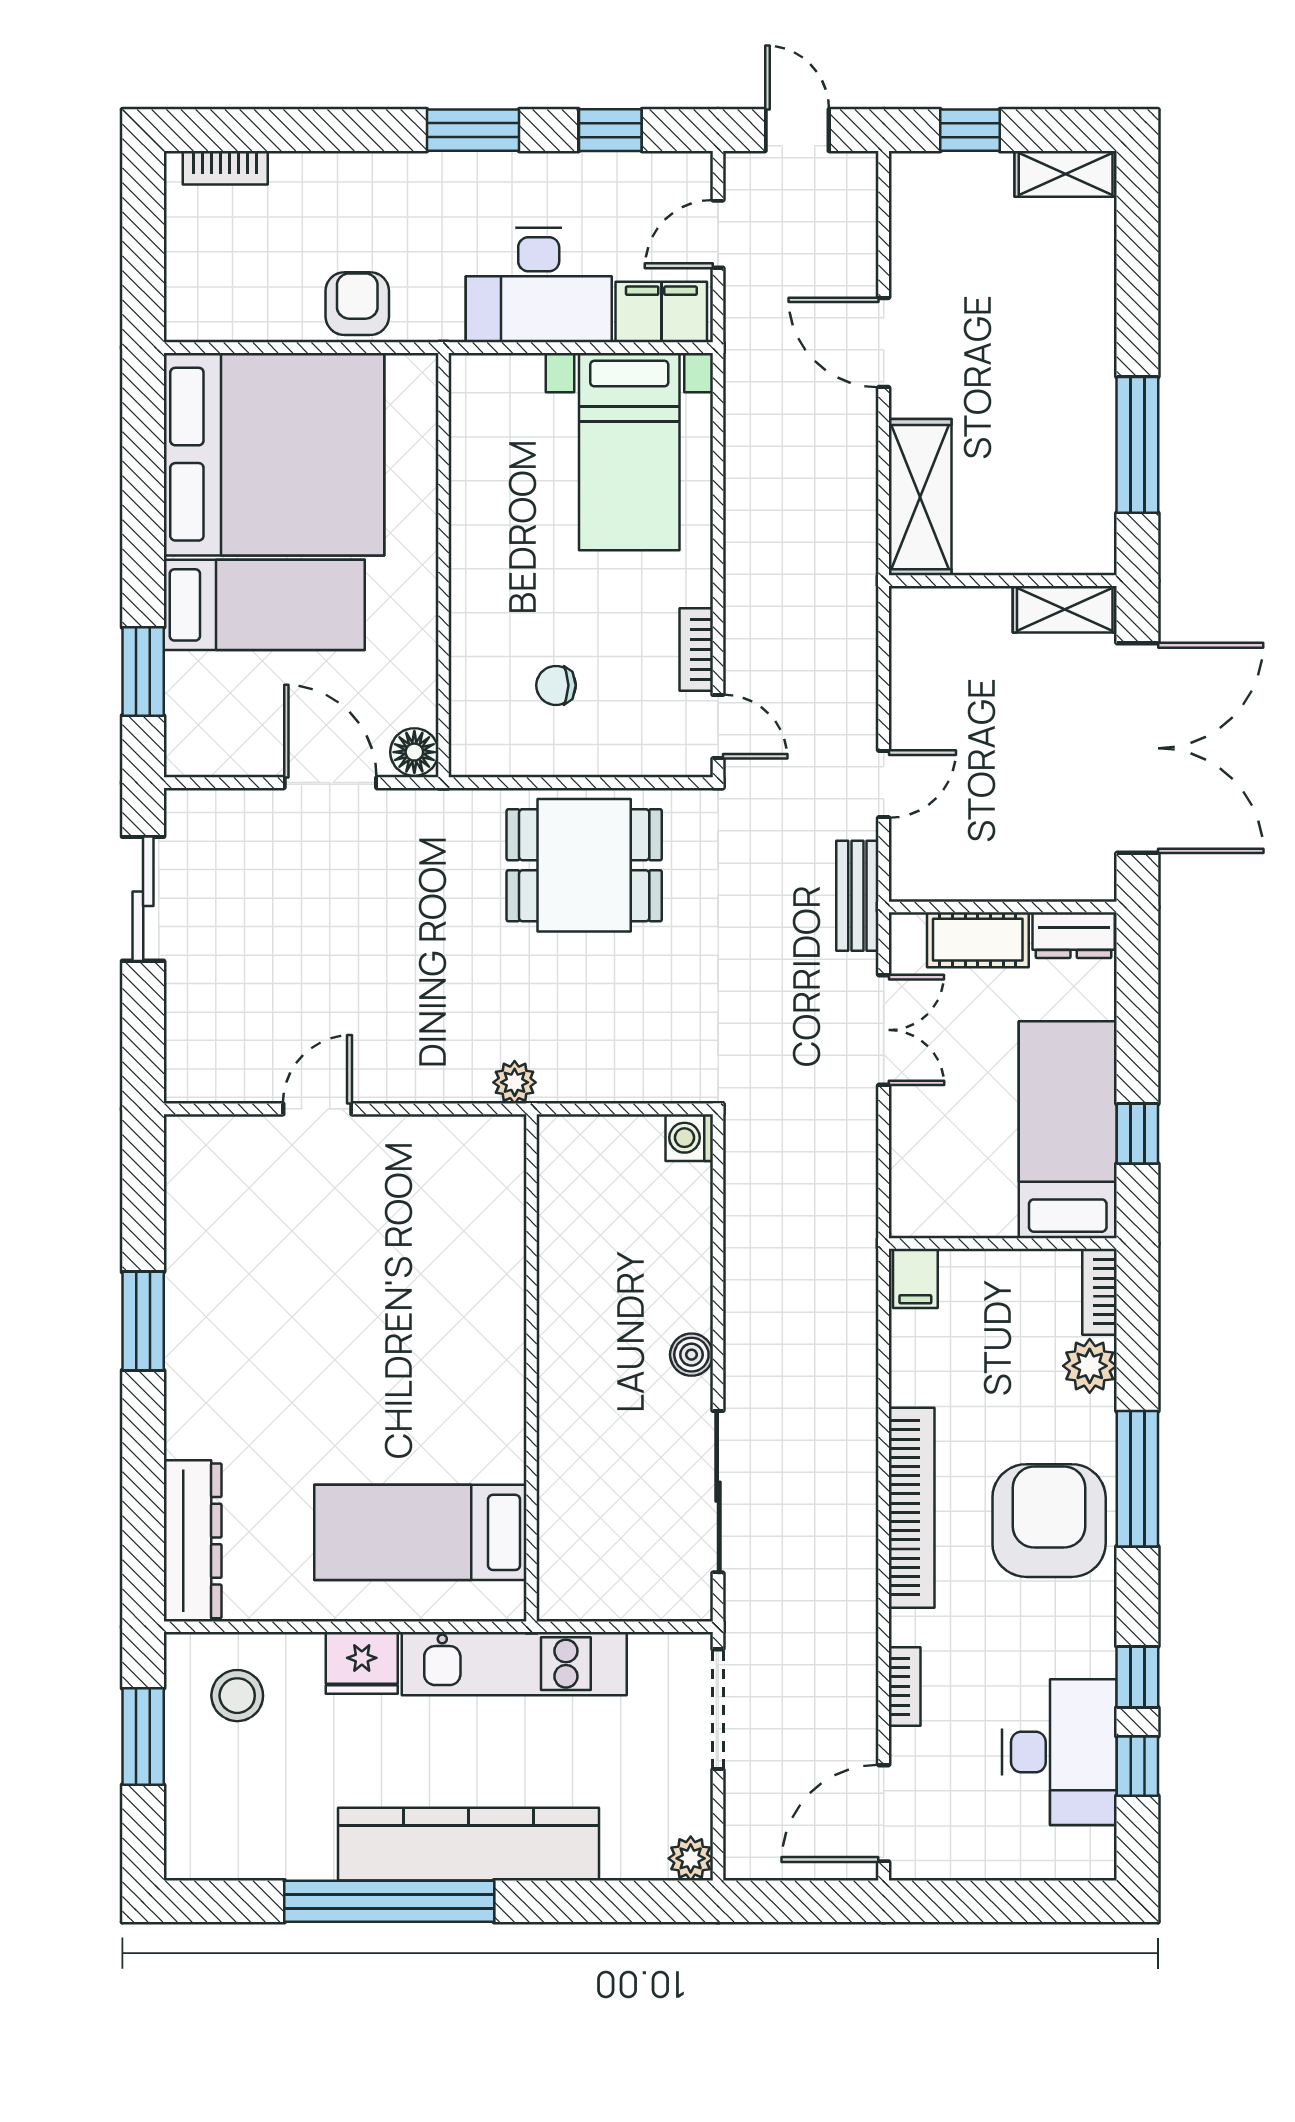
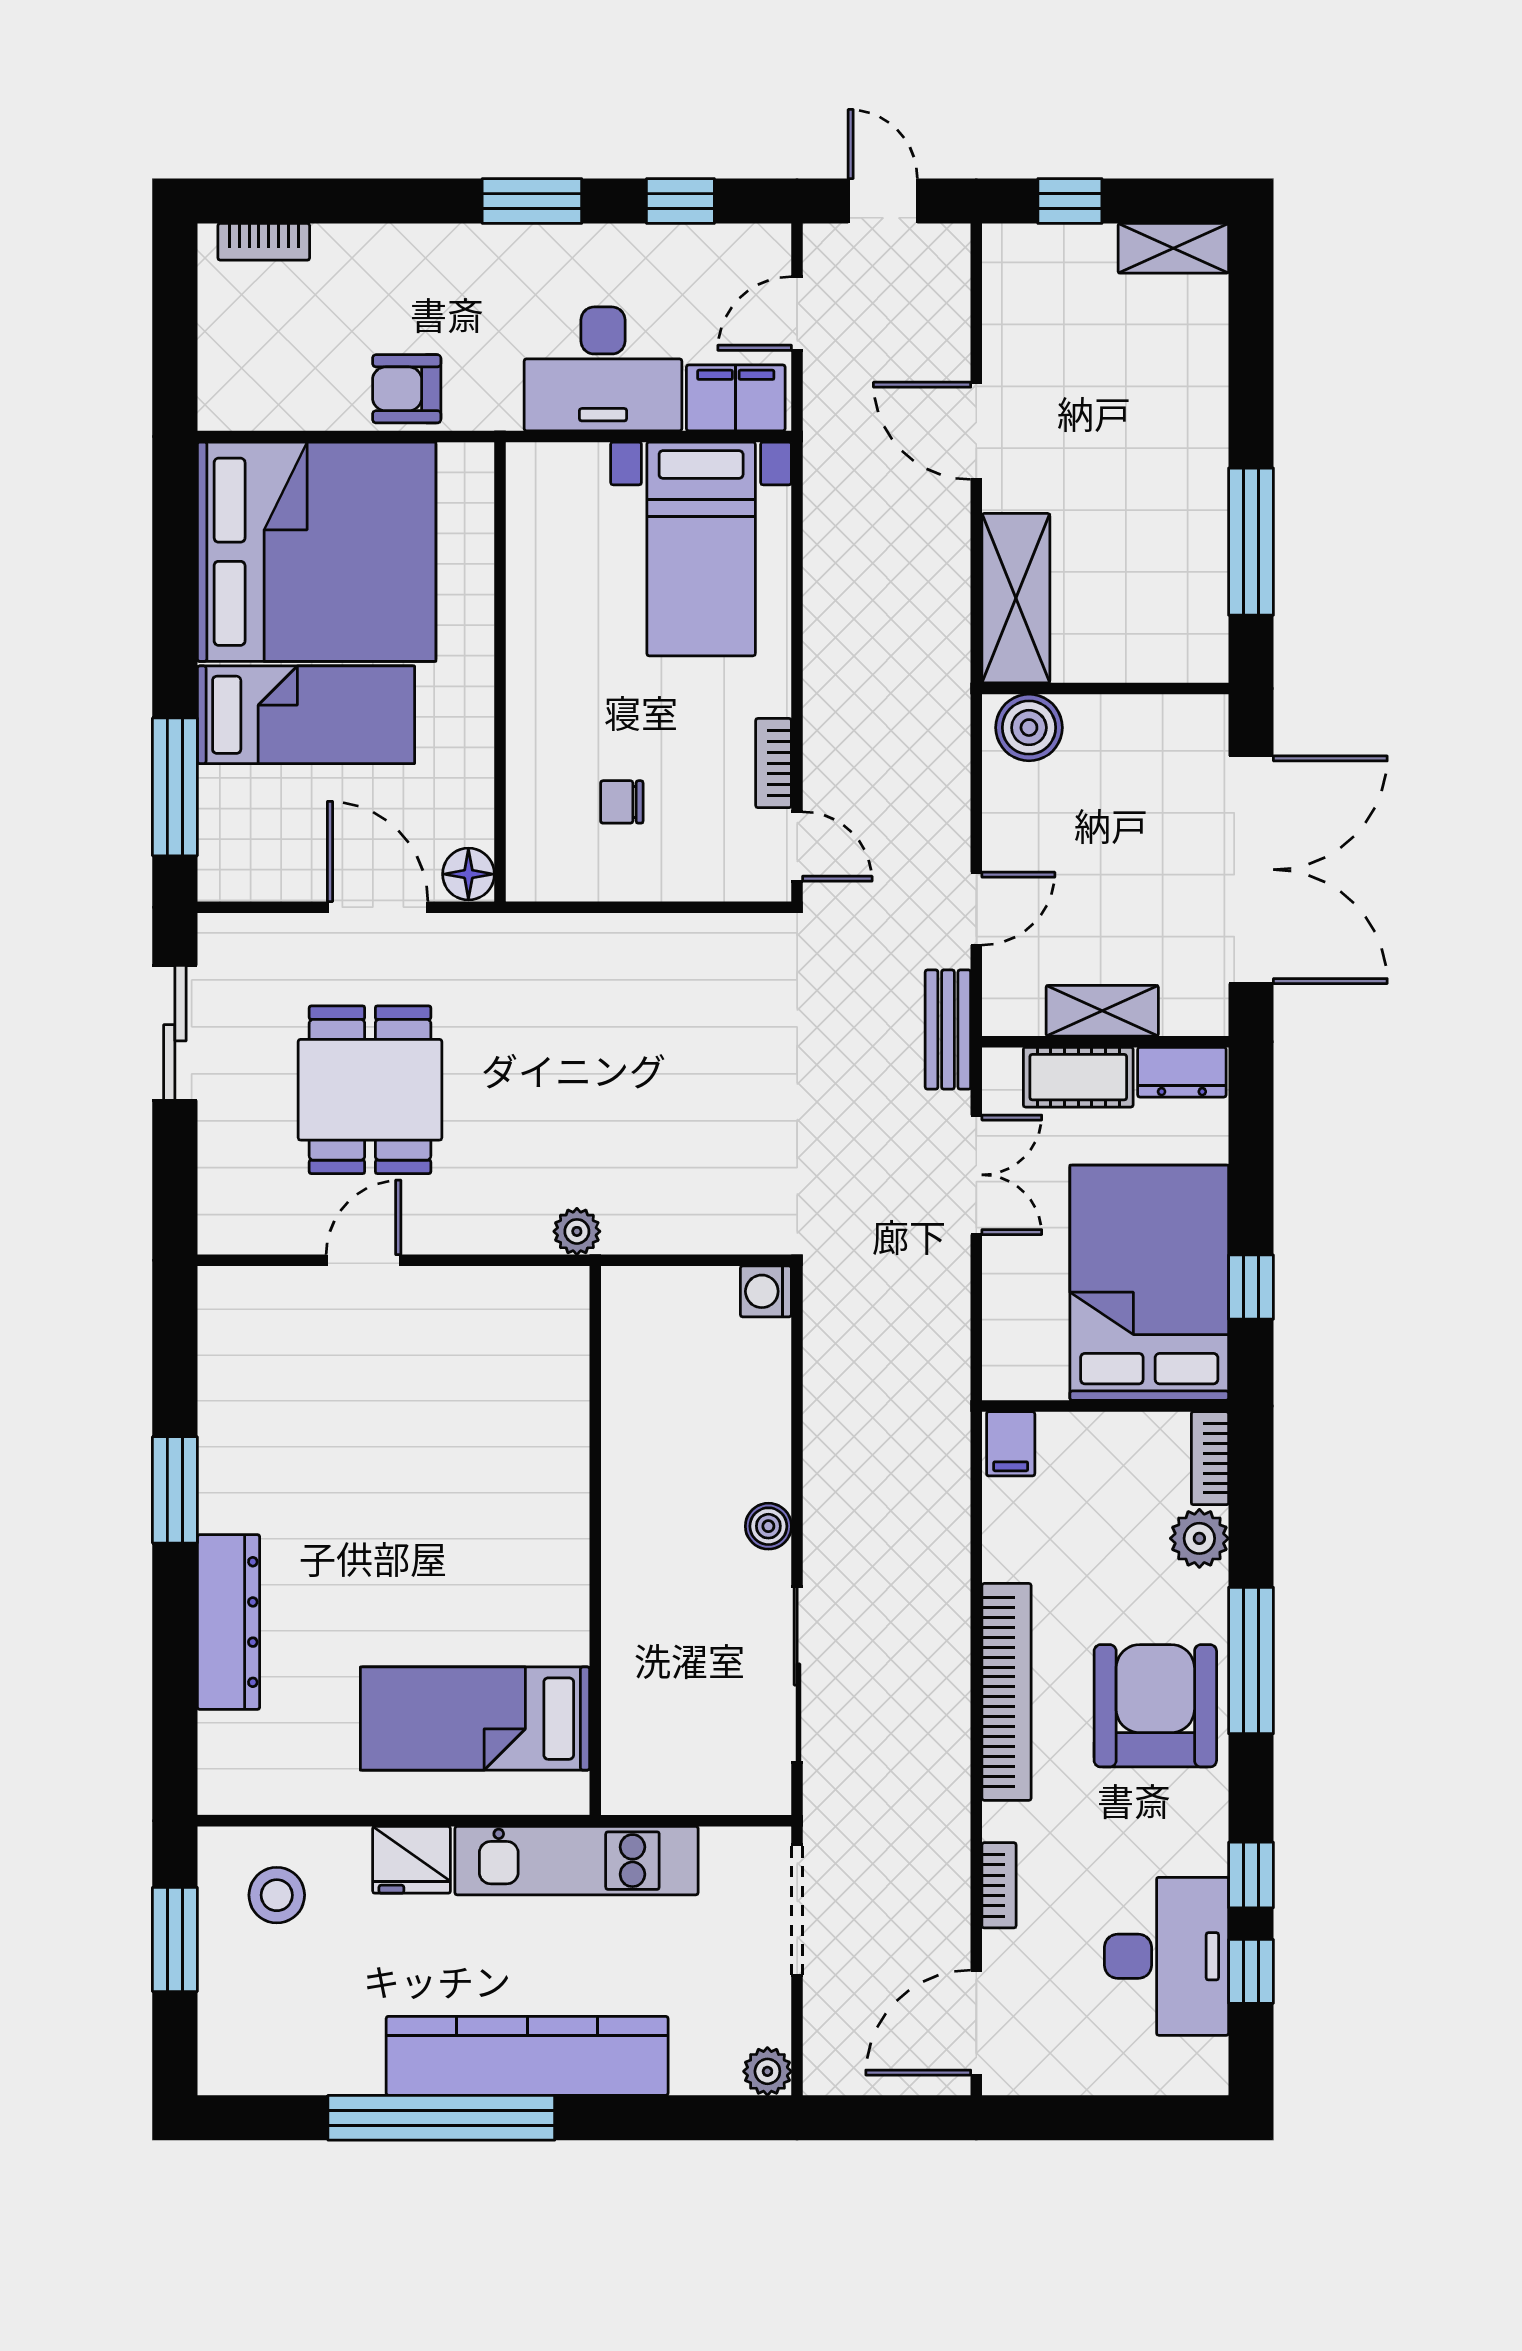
armchair: (357, 304) -> (407, 389), turned -90
shelving: (1065, 609) -> (1102, 1011), moved
boiler: (932, 617) -> (1029, 728), added
window: (143, 672) -> (175, 787), width x1.44
dining table: (584, 865) -> (370, 1090), moved, turned 90
bed: (1068, 1130) -> (1149, 1283), width x1.50
dresser: (193, 1541) -> (229, 1622), moved

